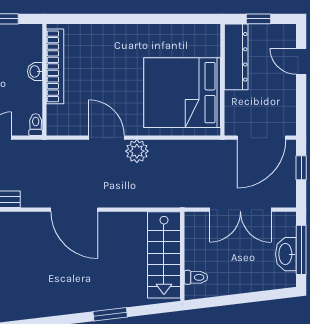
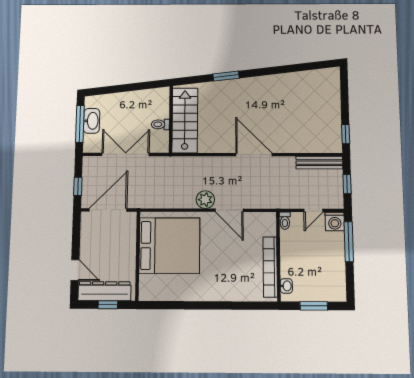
dresser: (236, 57) -> (104, 291), moved, turned 90
washbasin: (35, 71) -> (286, 286), moved
toilet: (196, 277) -> (160, 124), moved

